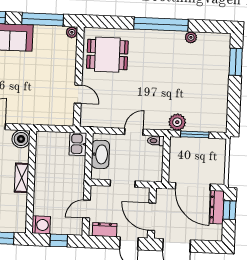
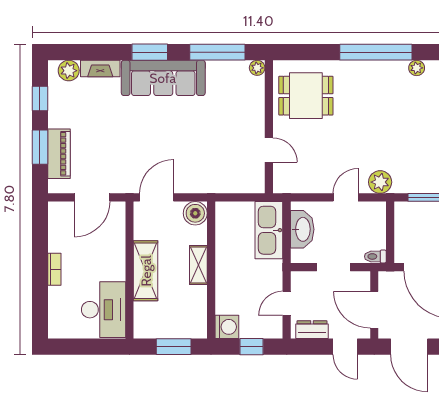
plant: (177, 122) -> (380, 182), moved
toilet: (156, 141) -> (375, 256), moved
kitchen sink: (78, 144) -> (269, 230), width x1.87, depth x1.24

